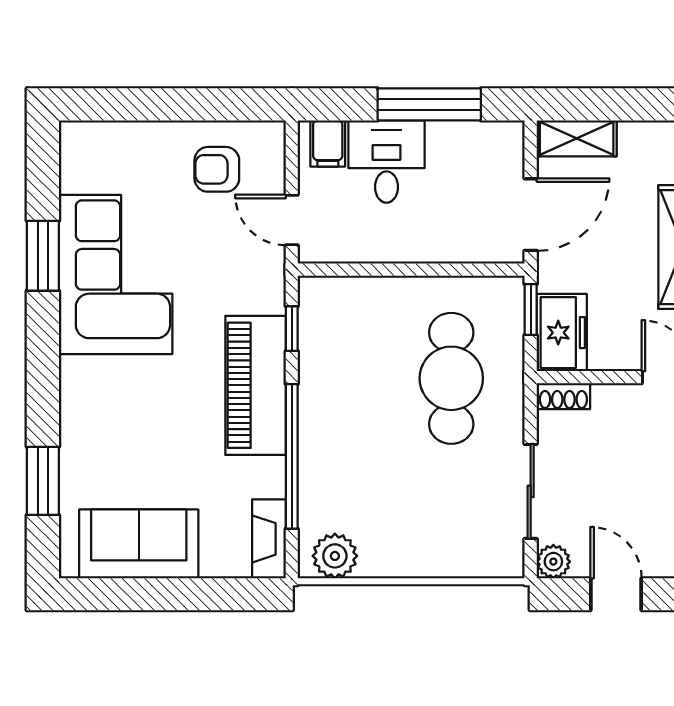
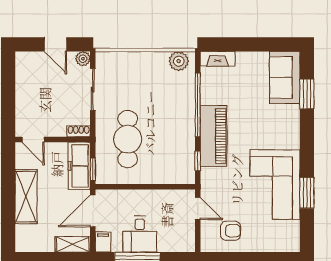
filing cabinet: (328, 143) -> (103, 242), moved
desk: (387, 161) -> (140, 234), moved
freezer: (562, 333) -> (79, 166), width x1.40
fireplace: (269, 539) -> (218, 59), moved, turned 90
sofa: (139, 544) -> (285, 77), moved, turned 90

